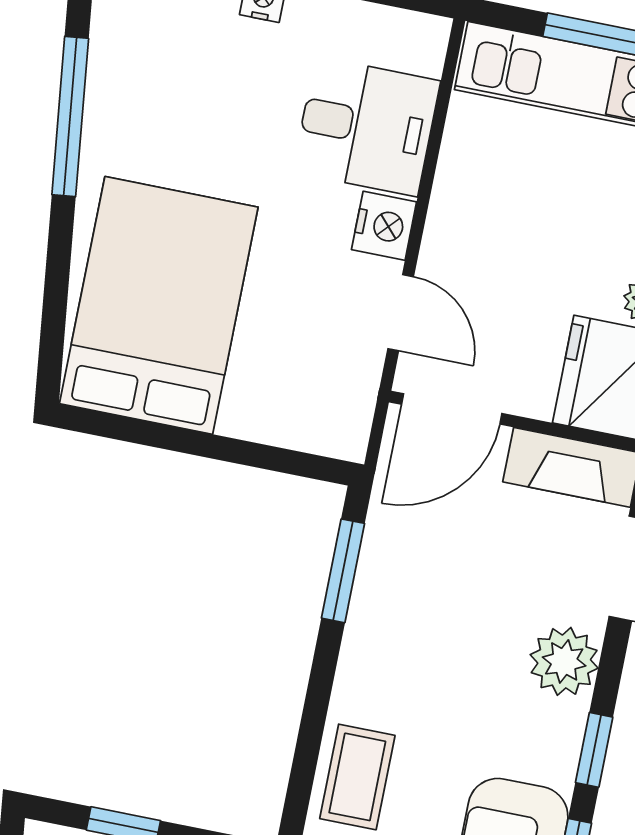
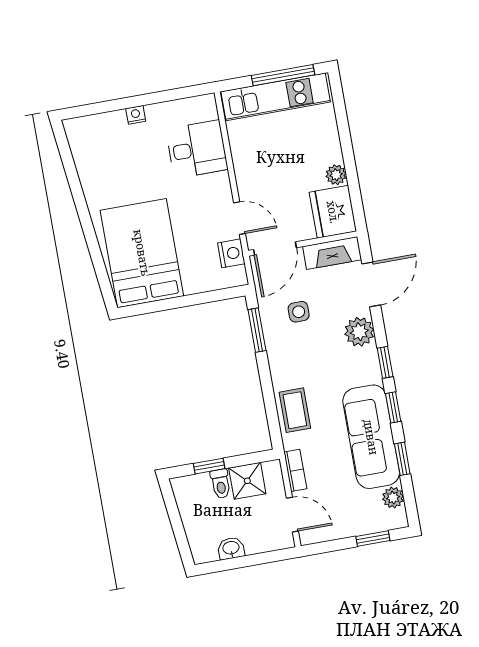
window: (70, 117) -> (77, 192), removed
nightstand: (384, 226) -> (231, 253), moved
side table: (449, 566) -> (299, 312), added

